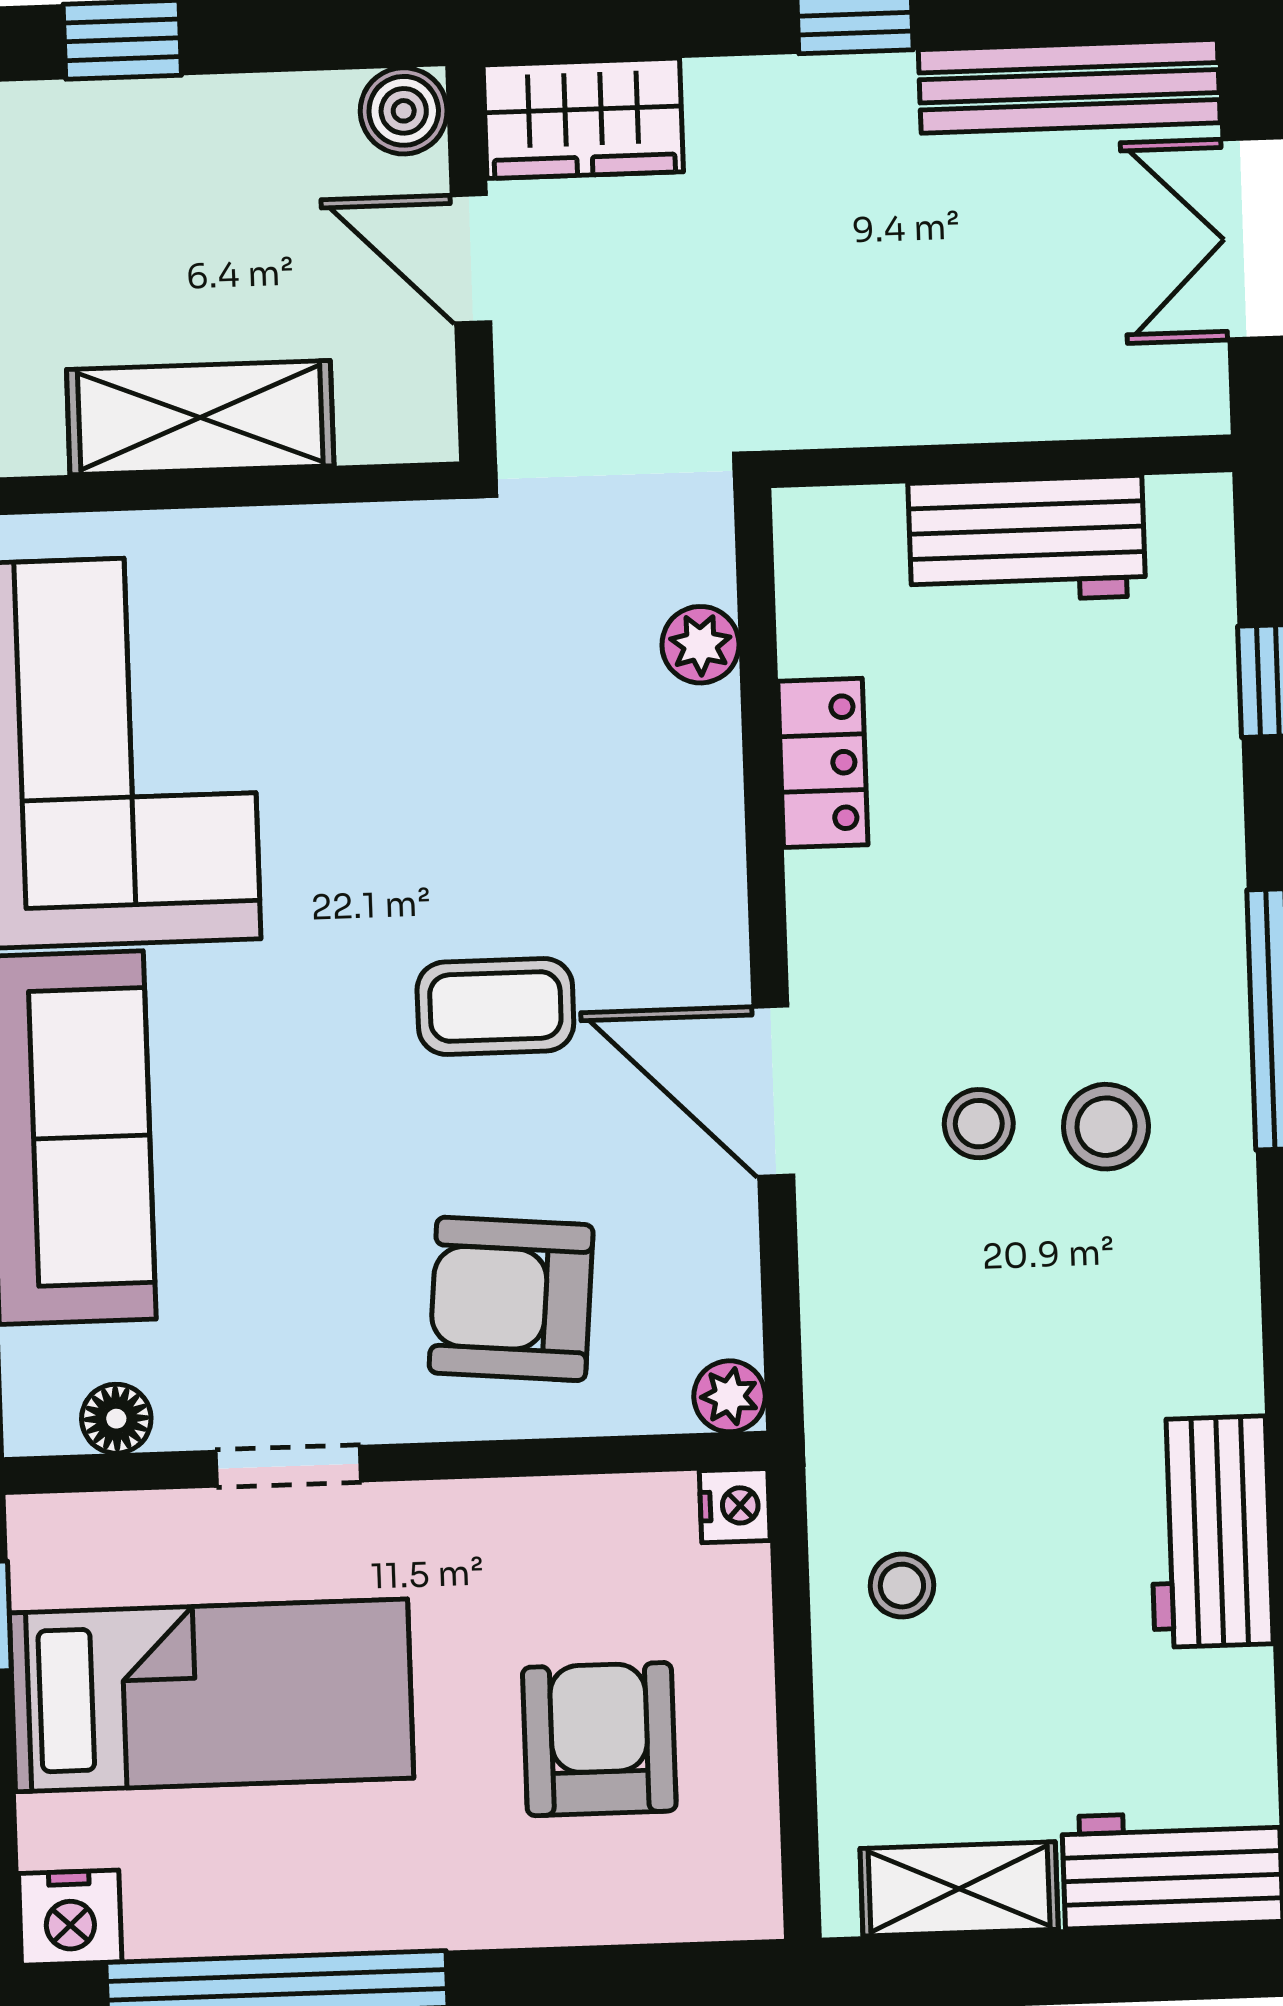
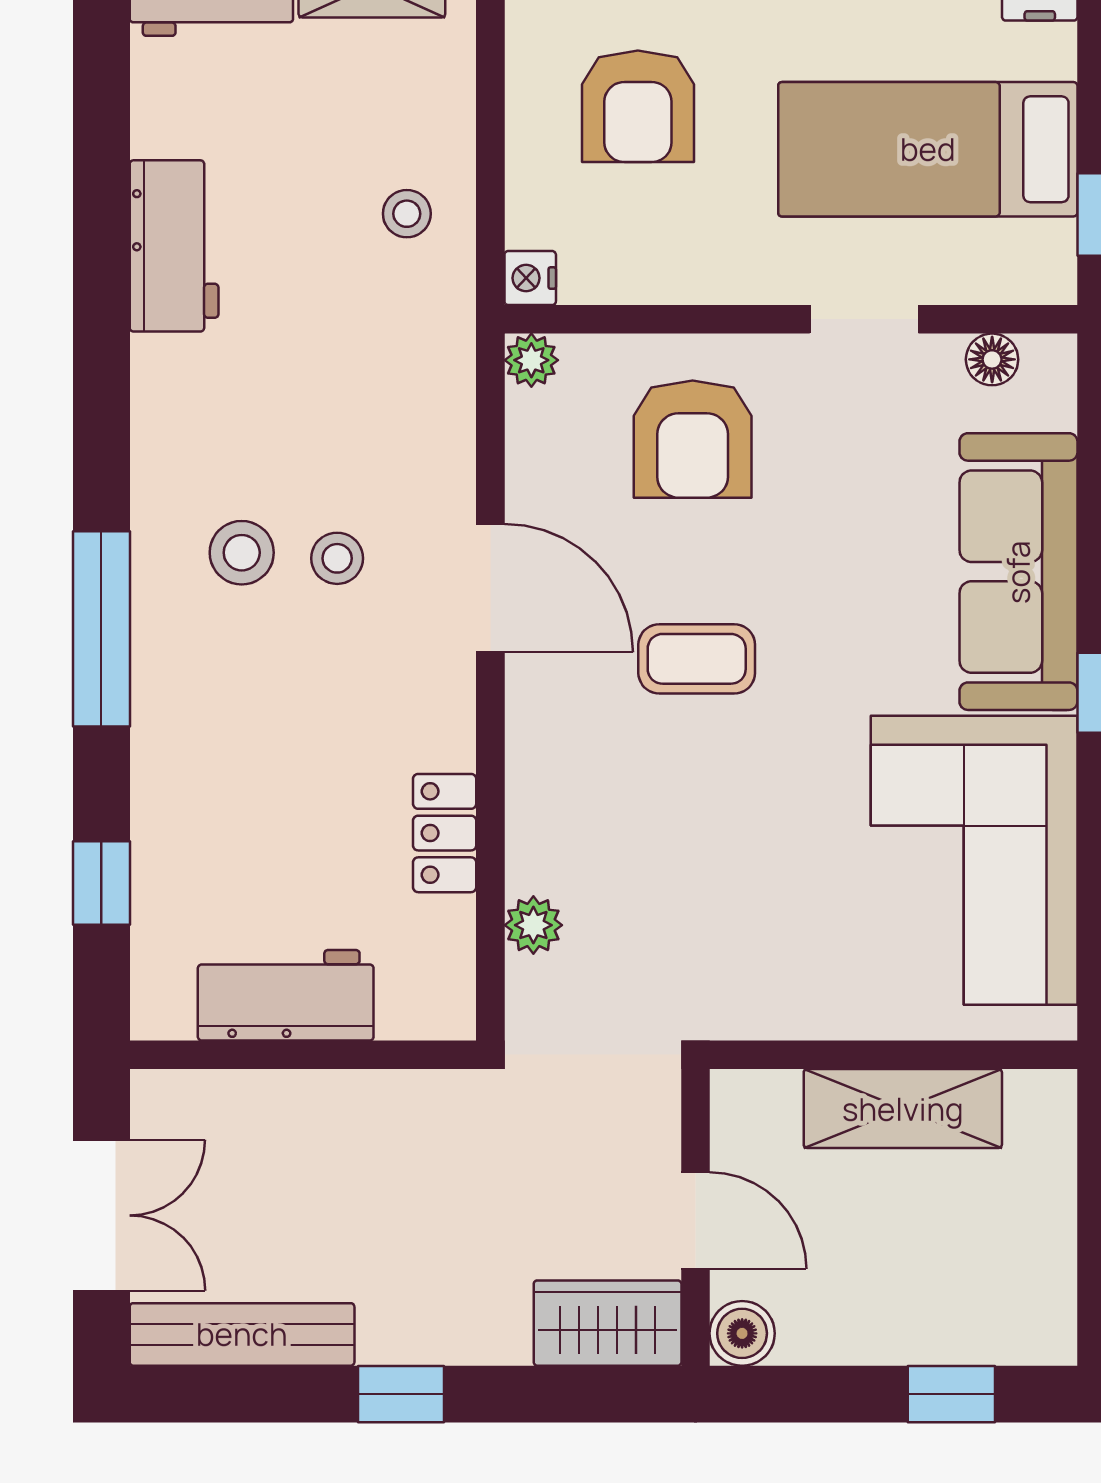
armchair: (511, 1299) -> (693, 439), turned 85

